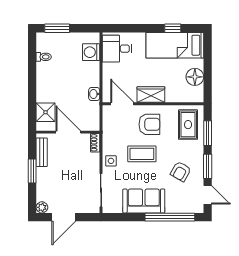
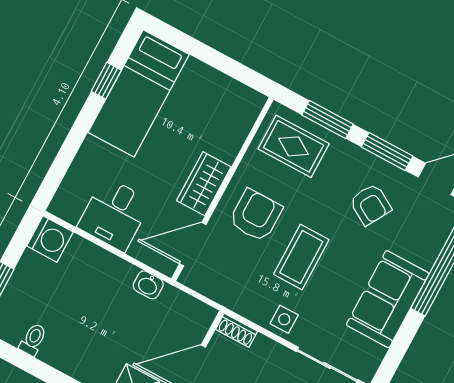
desk: (117, 49) -> (114, 214), moved
washing machine: (91, 52) -> (50, 239), moved, turned -90
floor lamp: (195, 77) -> (215, 88), removed

